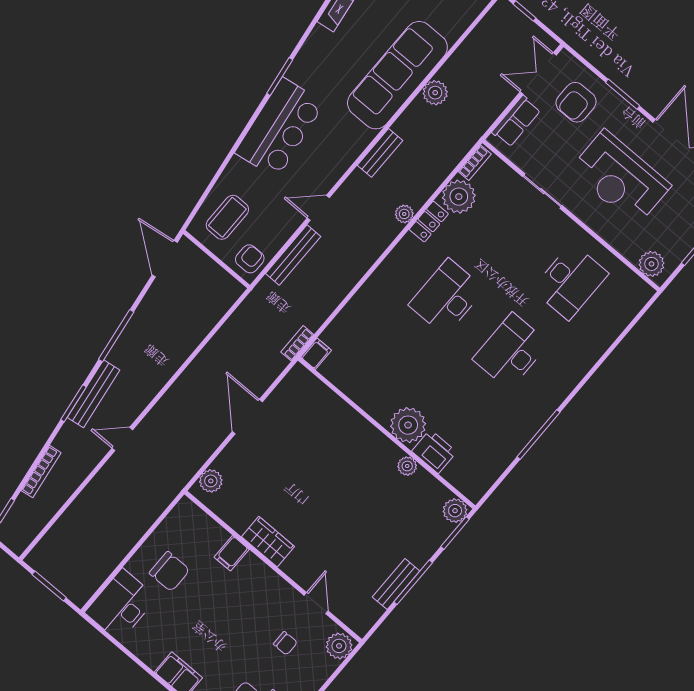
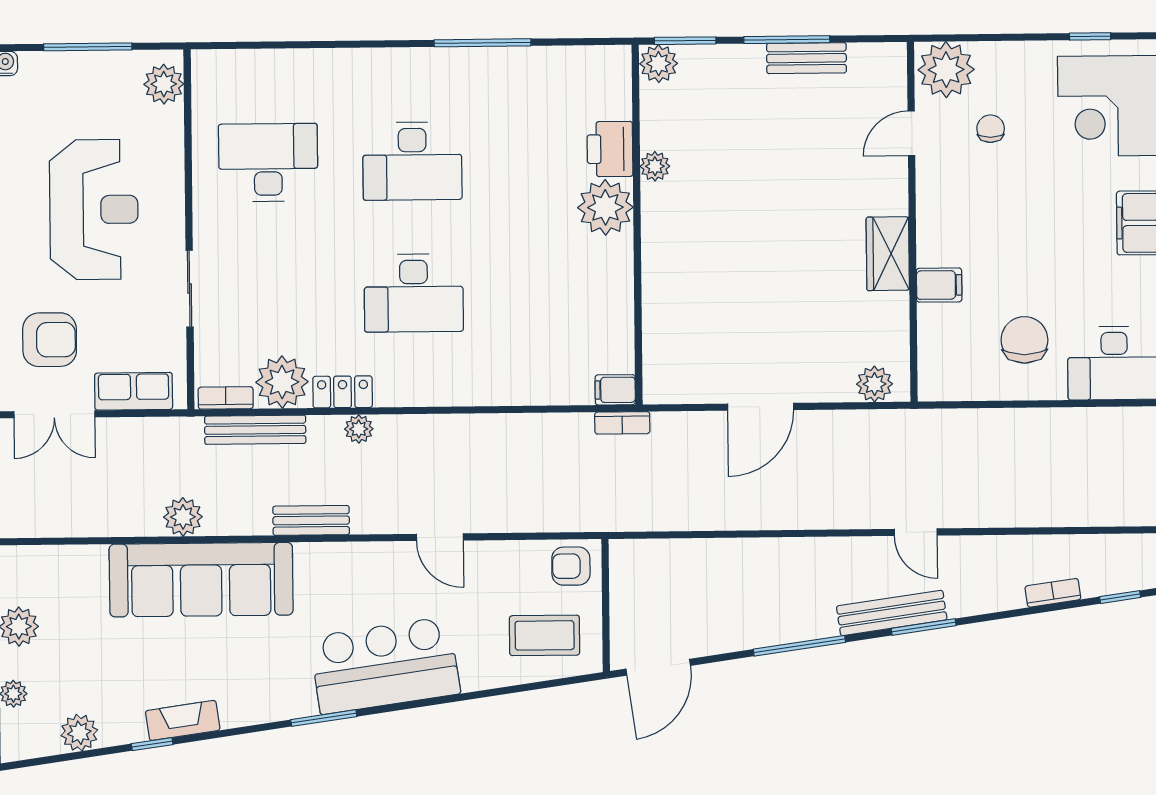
bench: (293, 255) -> (255, 430), moved
bookcase: (41, 472) -> (1053, 593), width x0.64
plant: (339, 646) -> (946, 70), width x1.36, depth x1.36

